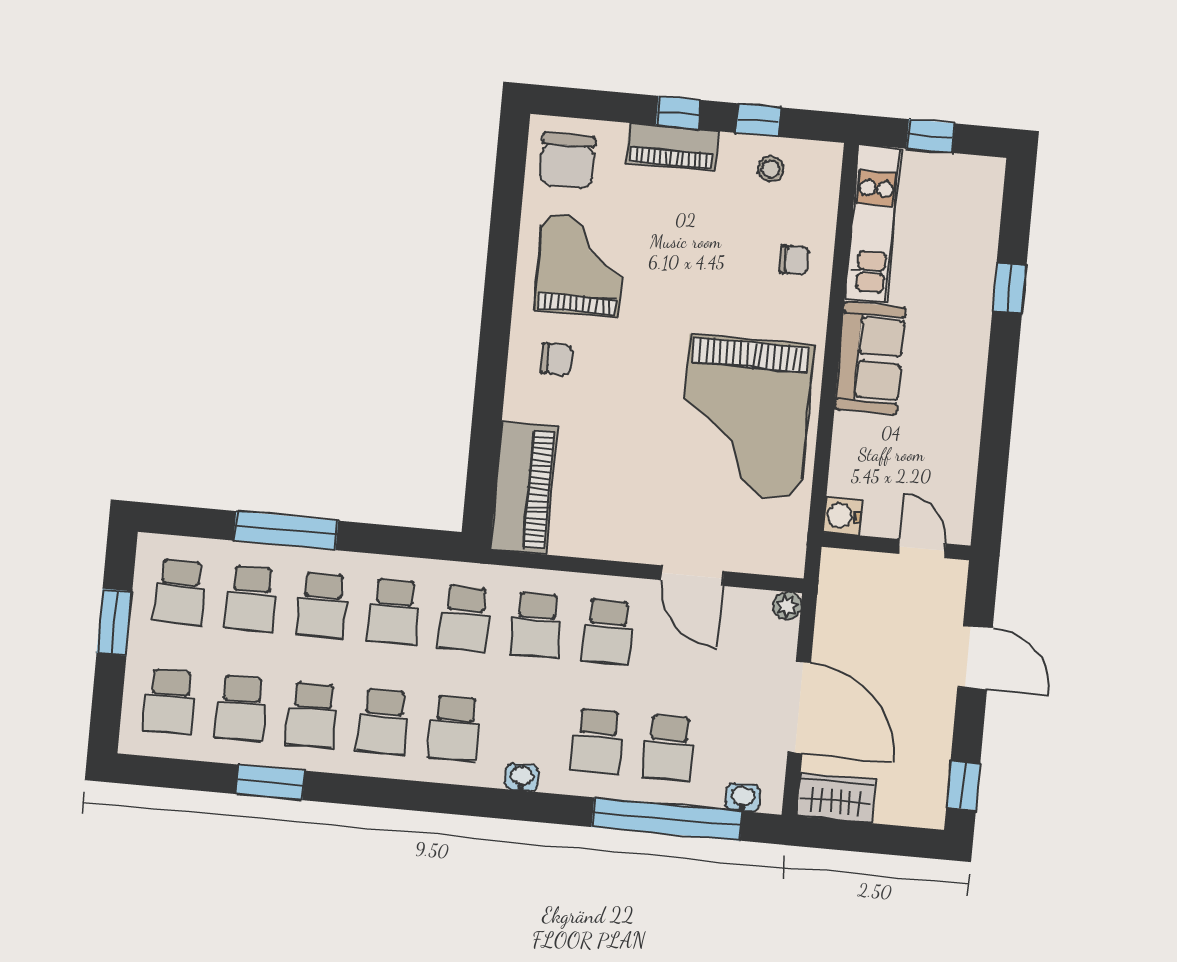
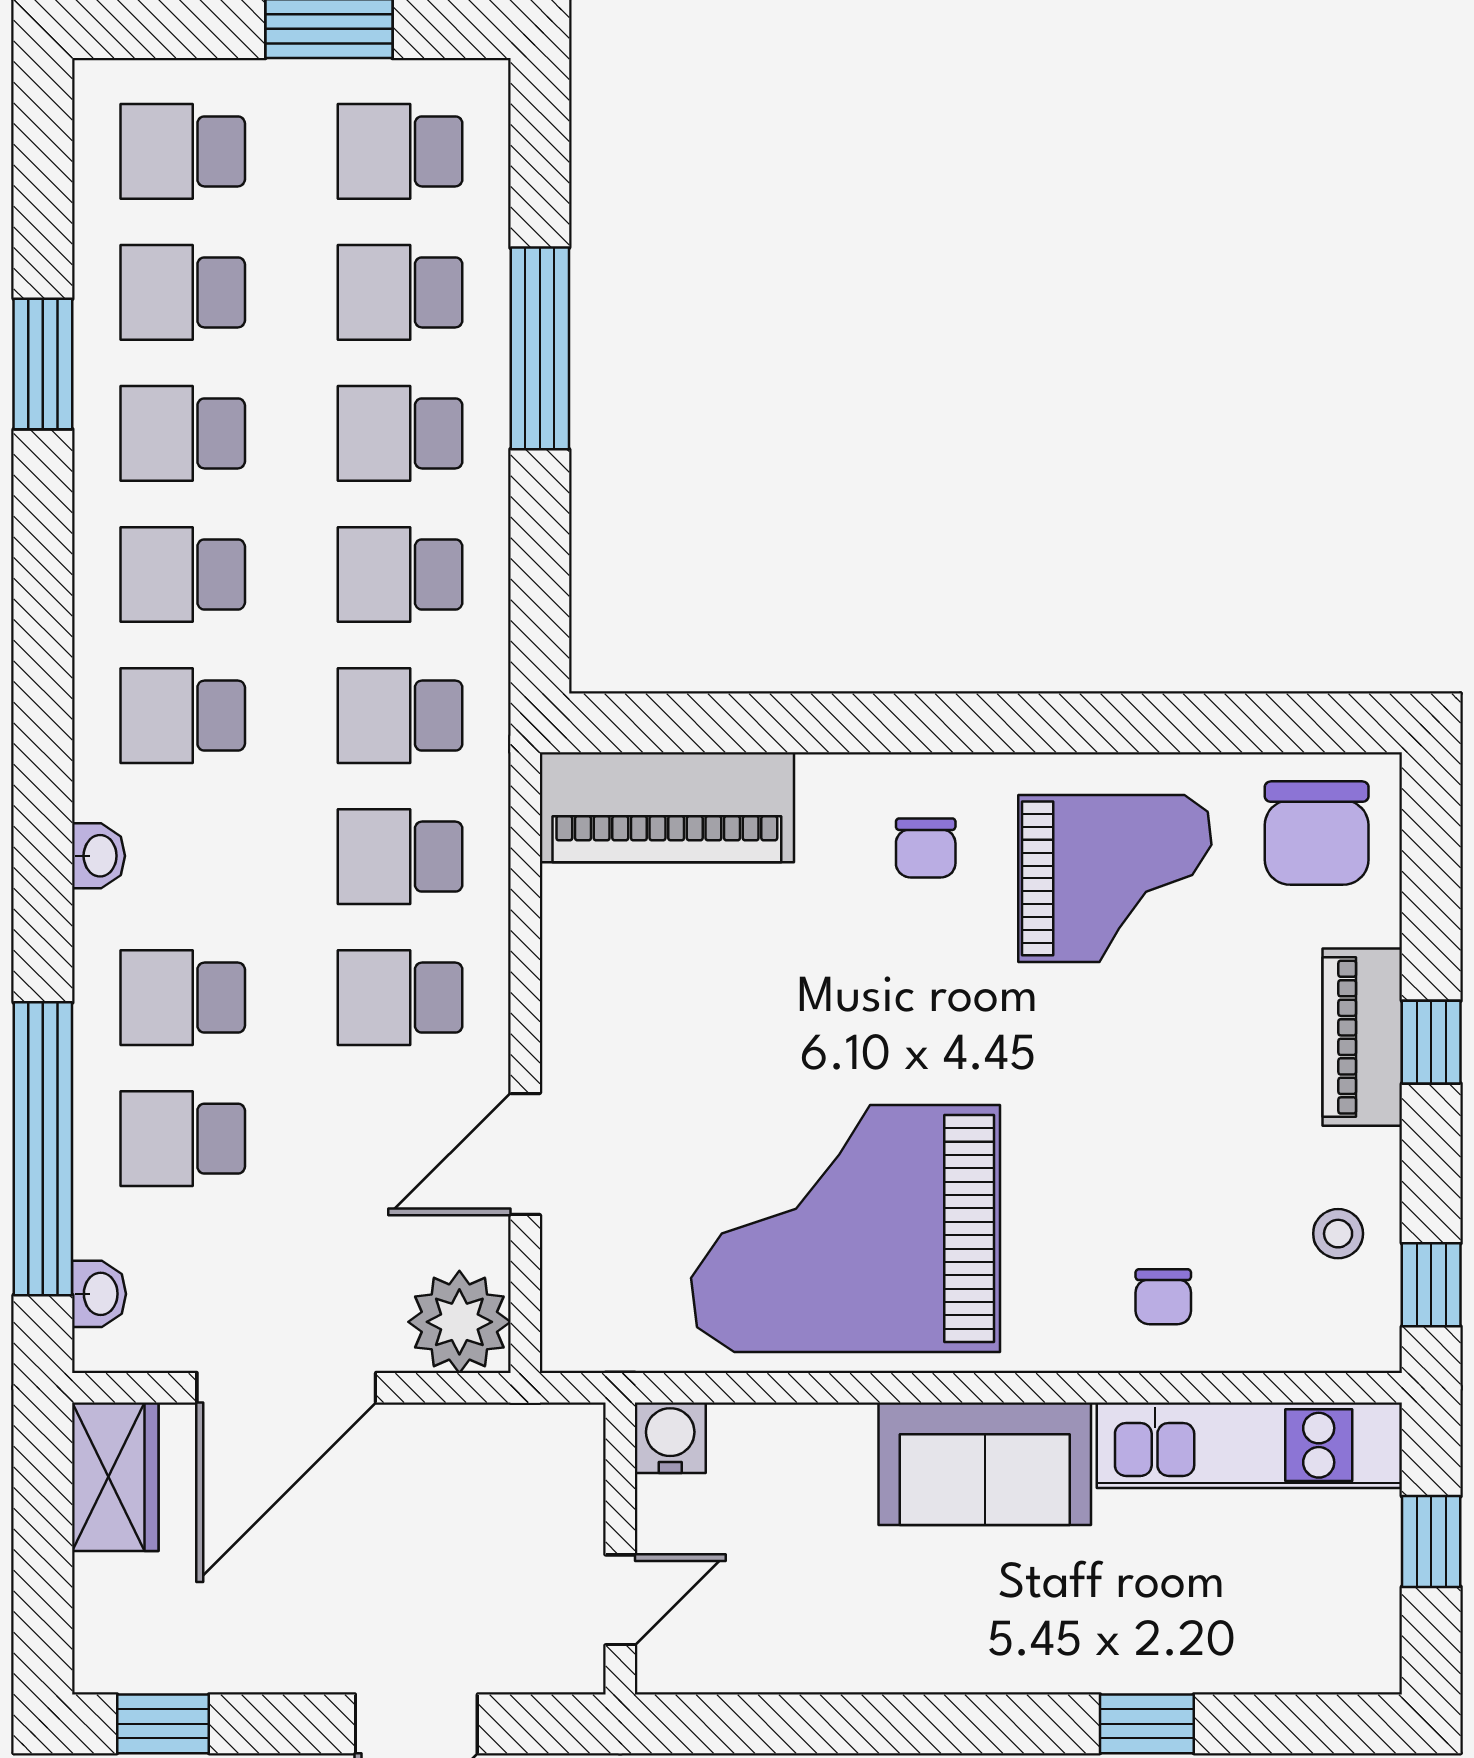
window: (758, 120) -> (1431, 1285), moved
chair: (567, 161) -> (1317, 833), turned -90
plant: (787, 606) -> (459, 1322), width x1.88, depth x1.88

